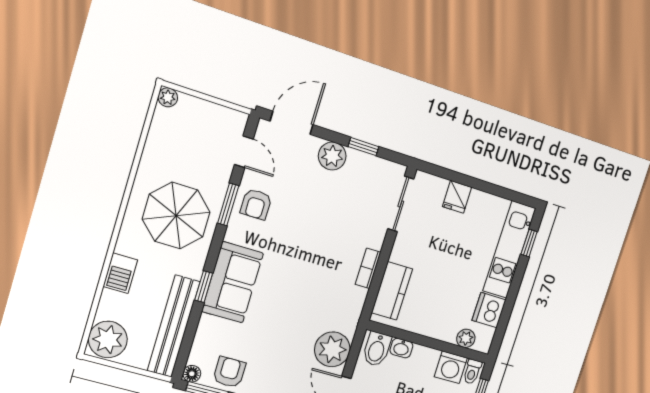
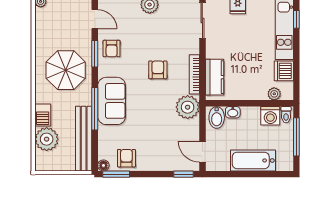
armchair: (315, 256) -> (158, 70), added
bookcase: (368, 268) -> (194, 74), width x1.56
window: (204, 287) -> (95, 109), width x2.17
plant: (108, 339) -> (47, 139), moved
plant: (332, 349) -> (188, 107), moved

